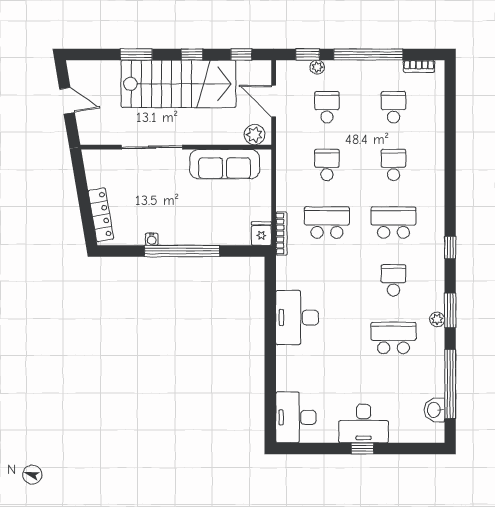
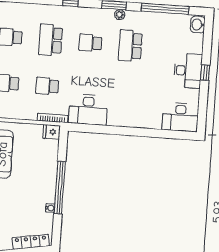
school desk: (327, 223) -> (47, 86), width x0.54
desk: (297, 318) -> (88, 110), moved
washbasin: (434, 410) -> (198, 25), moved, turned 90

